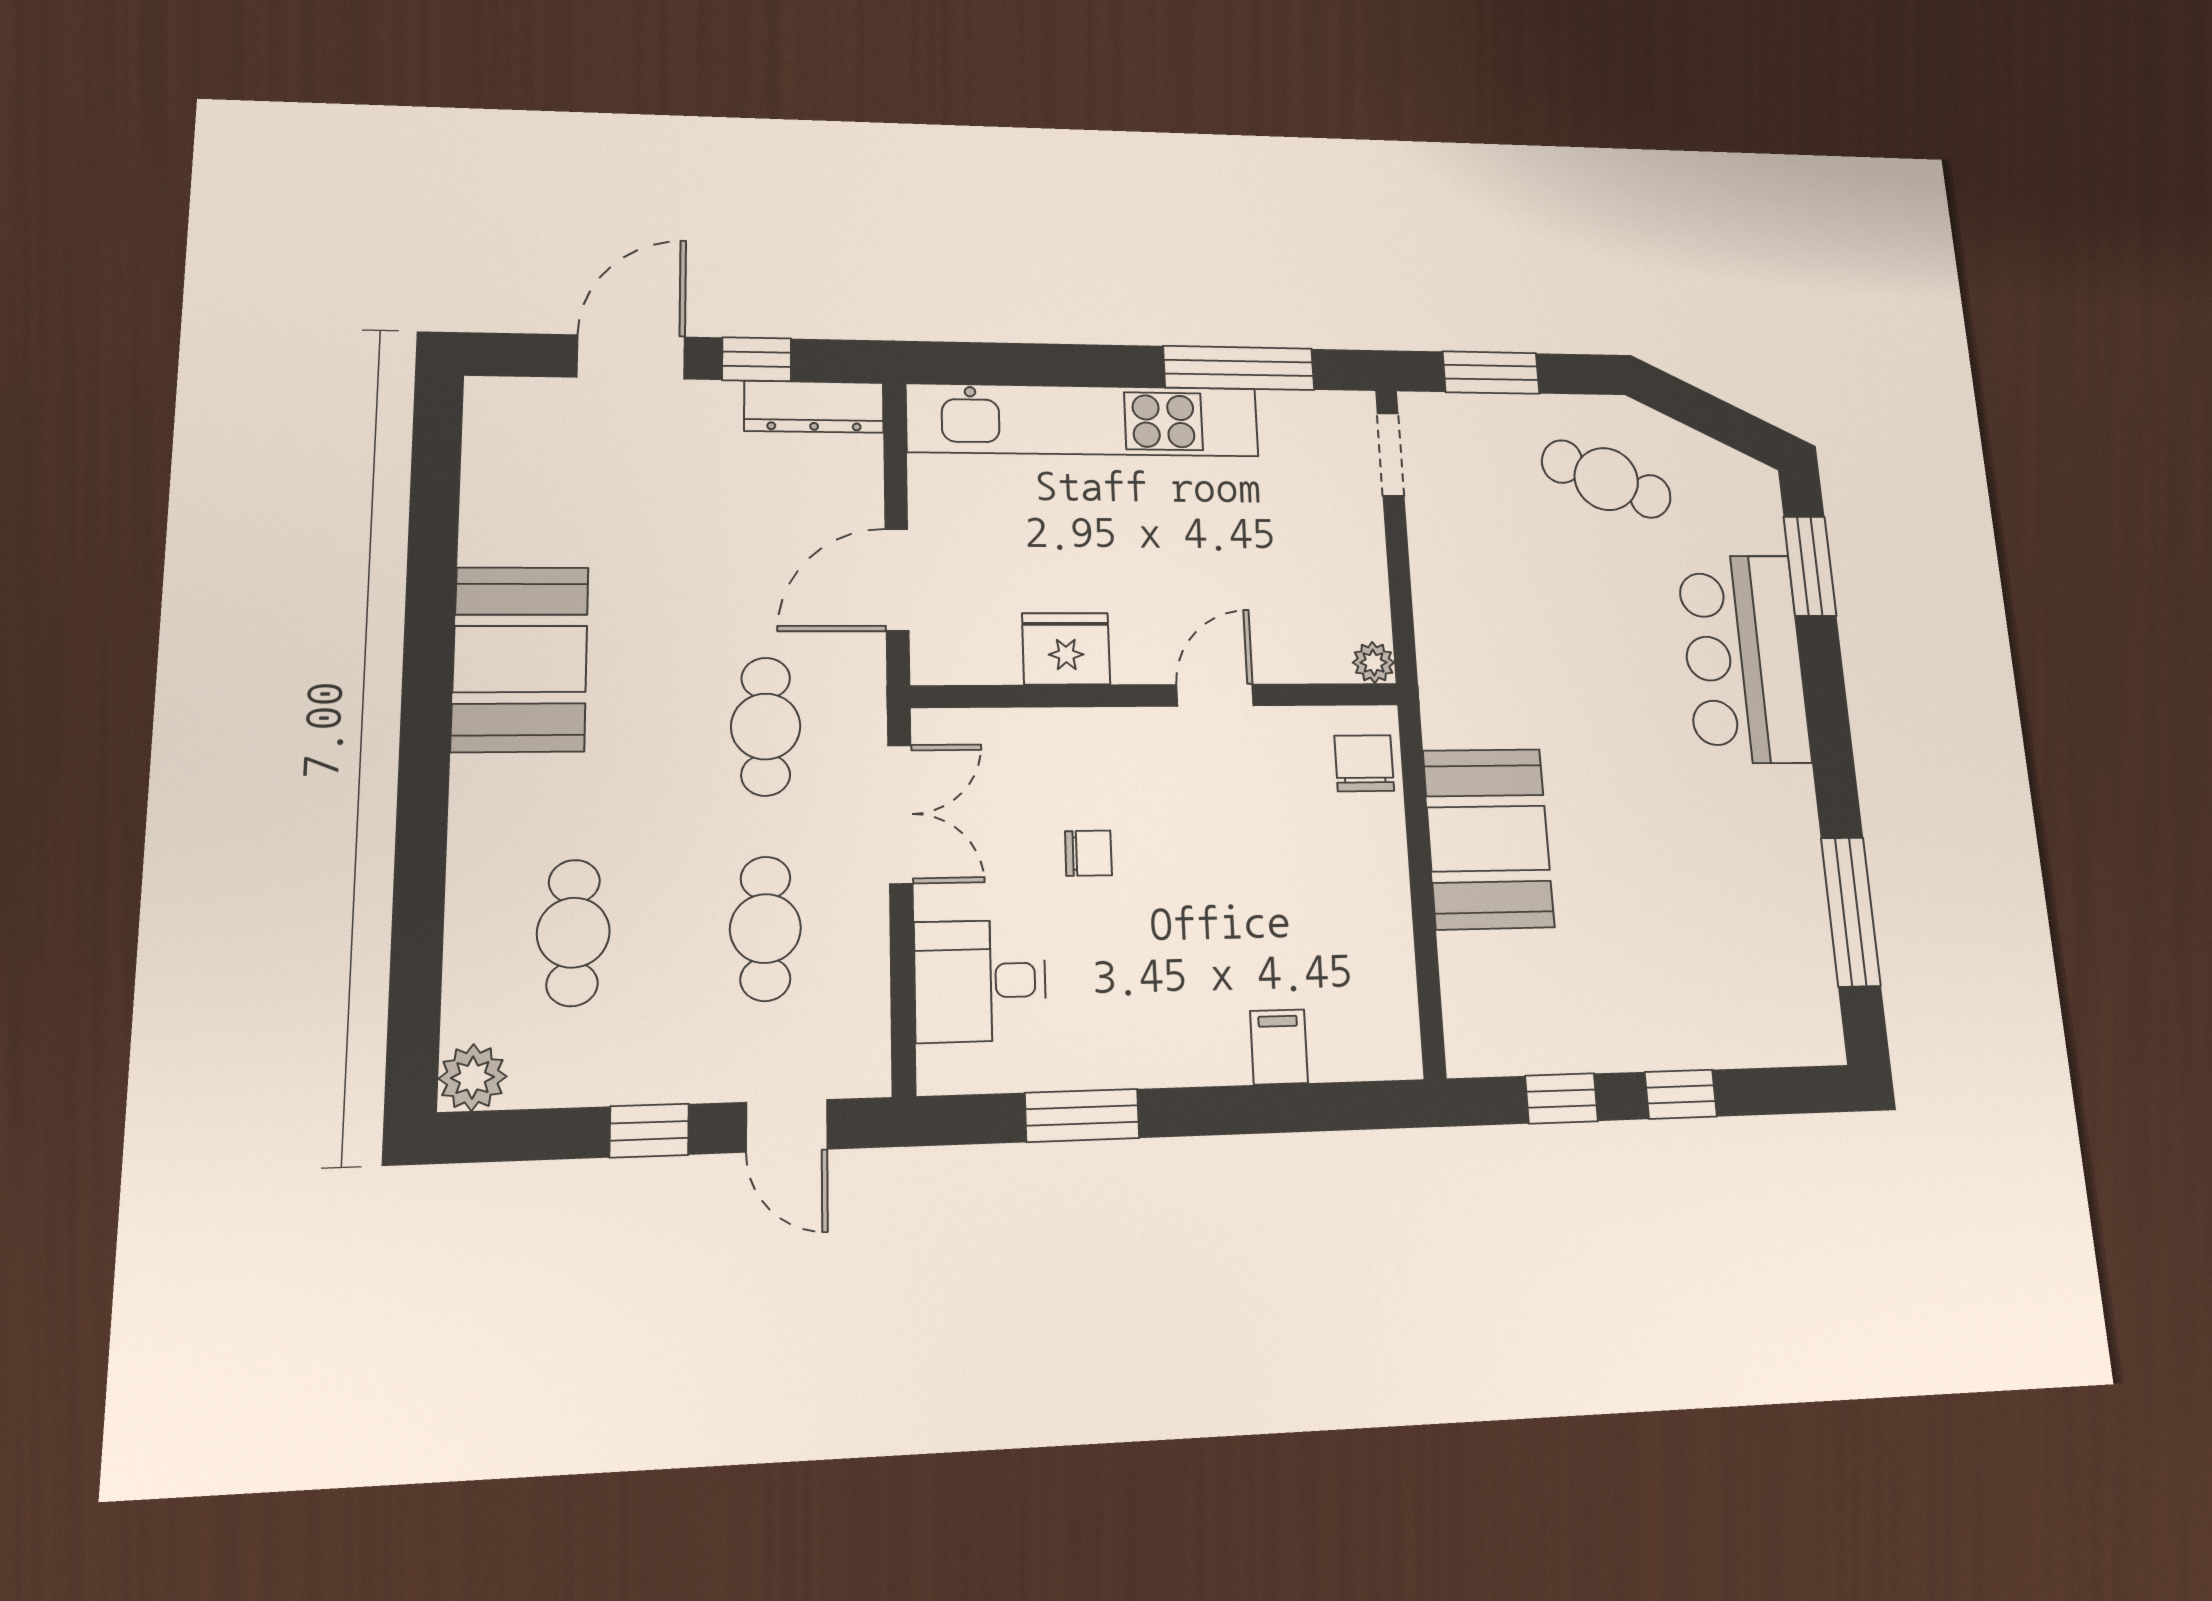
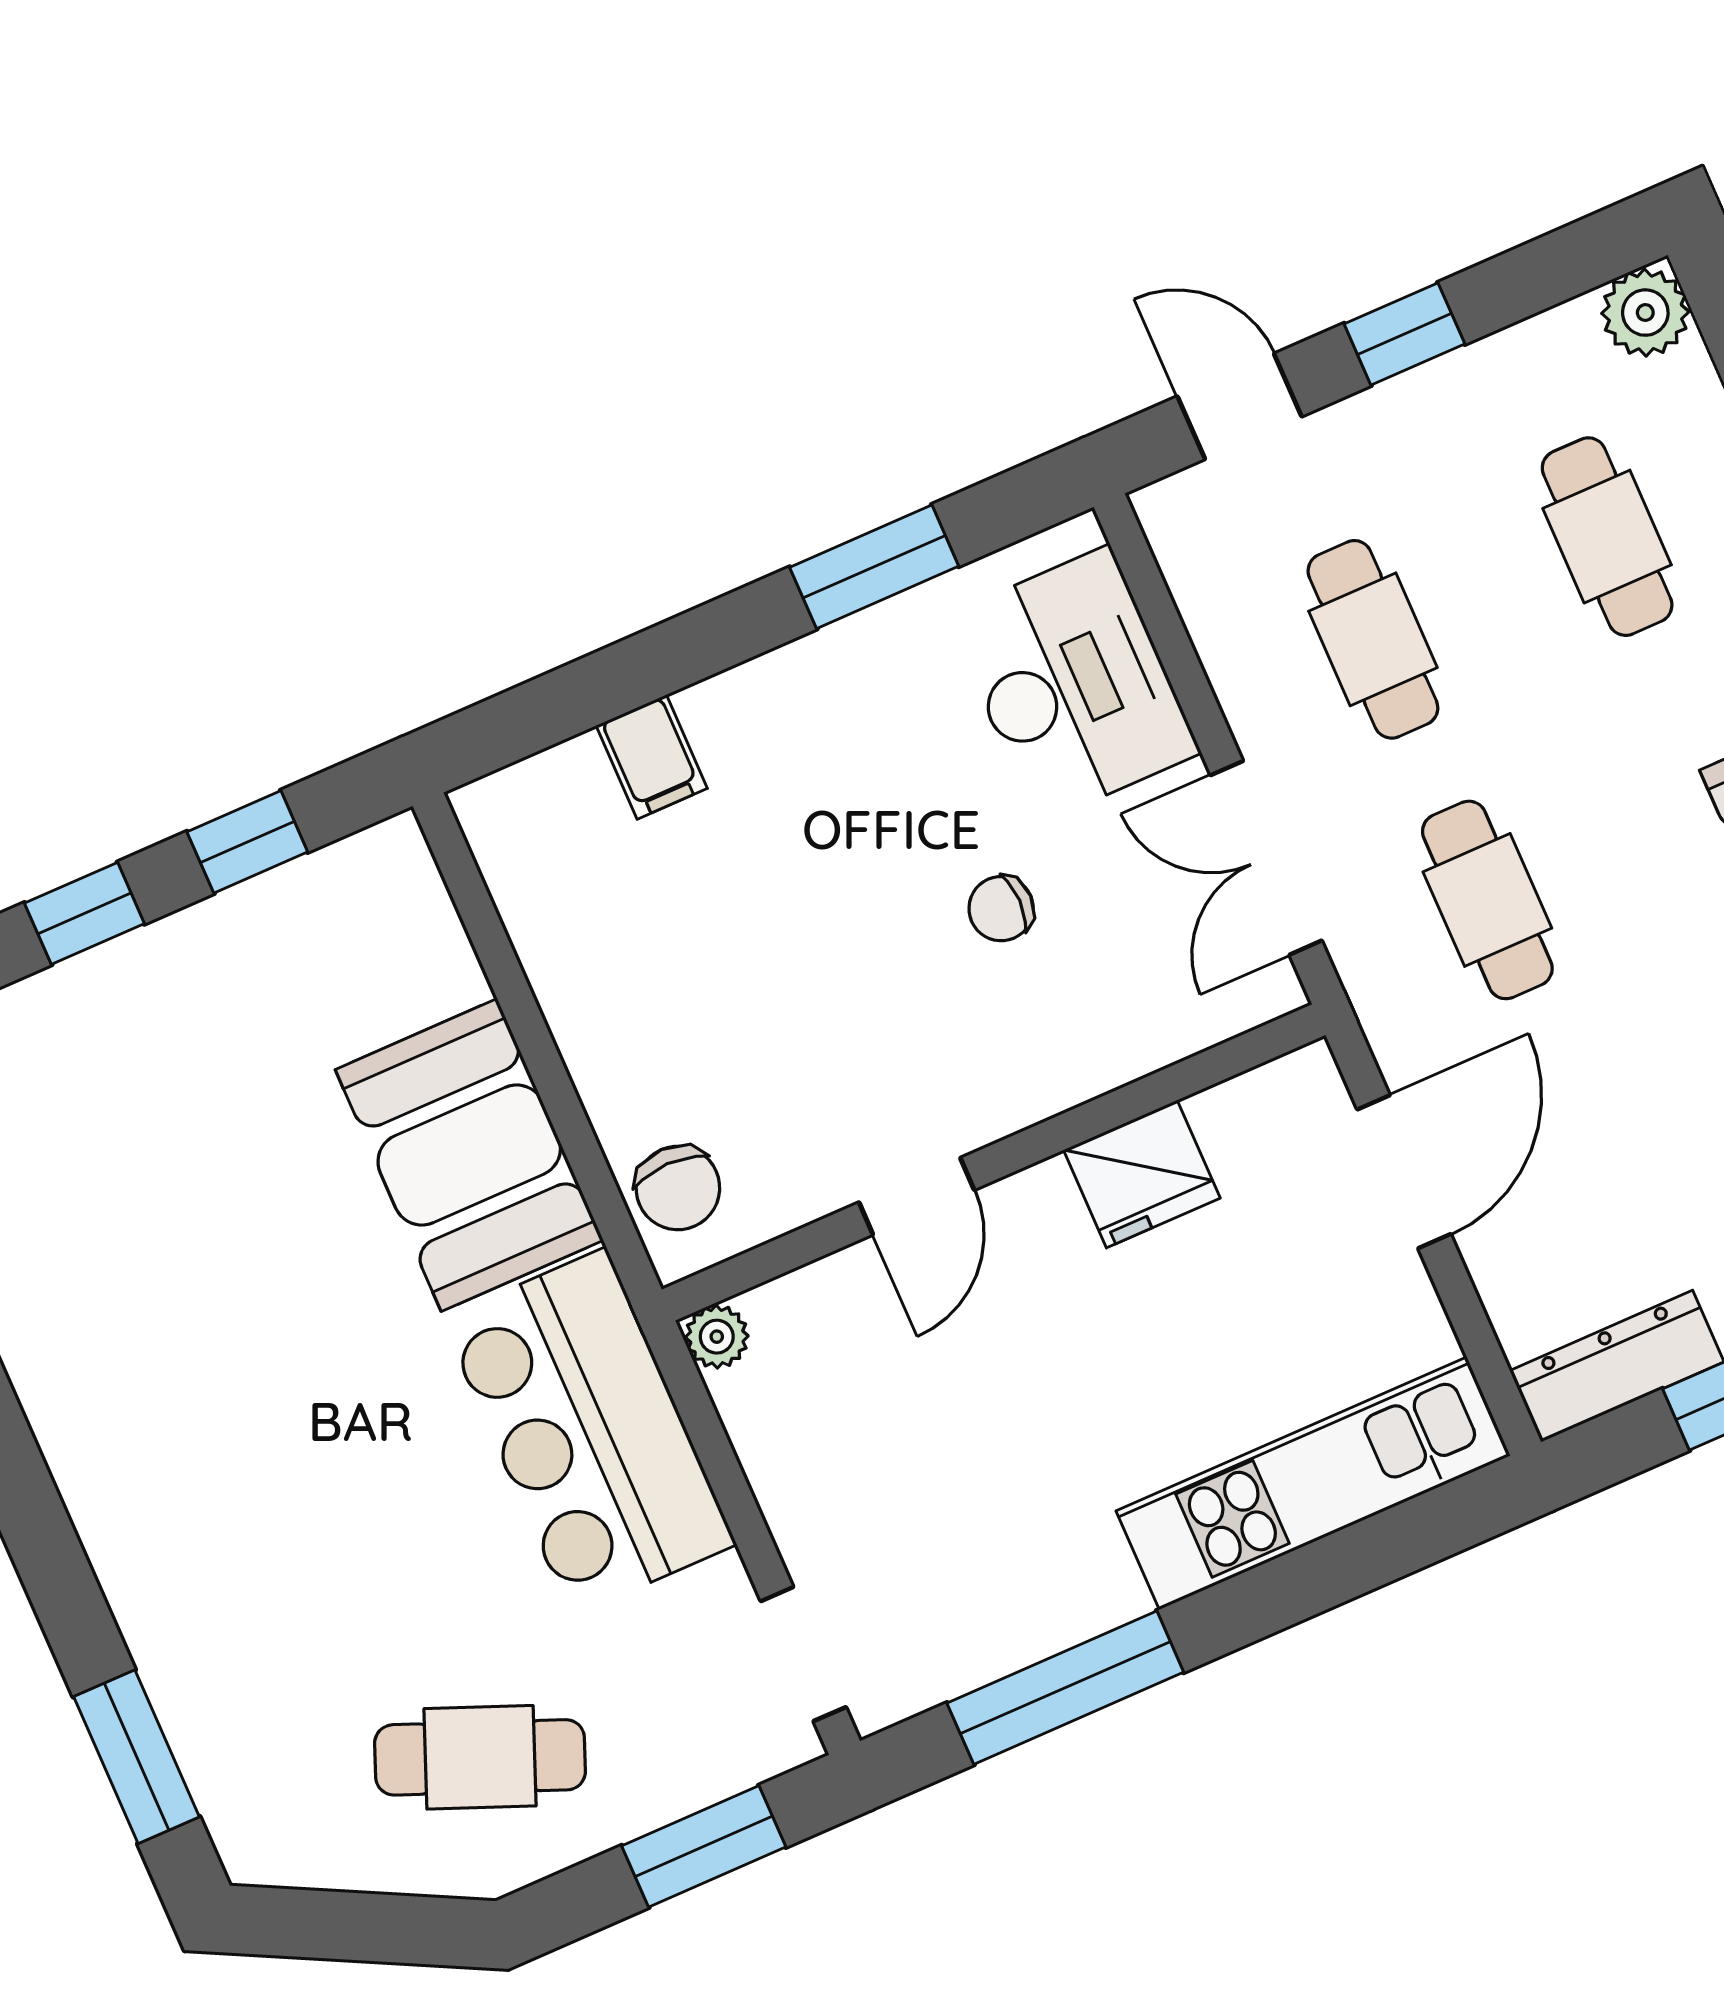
kitchen unit: (1083, 420) -> (1313, 1483), width x0.73
bar counter: (1744, 658) -> (589, 1432), moved, turned 180
desk: (980, 981) -> (1074, 684), width x1.37

